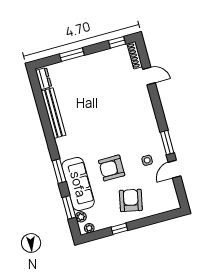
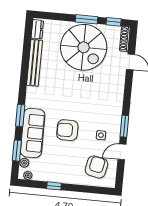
window: (72, 55) -> (86, 19), moved
spiral stairs: (97, 79) -> (84, 47), added
armchair: (131, 200) -> (96, 167), moved

